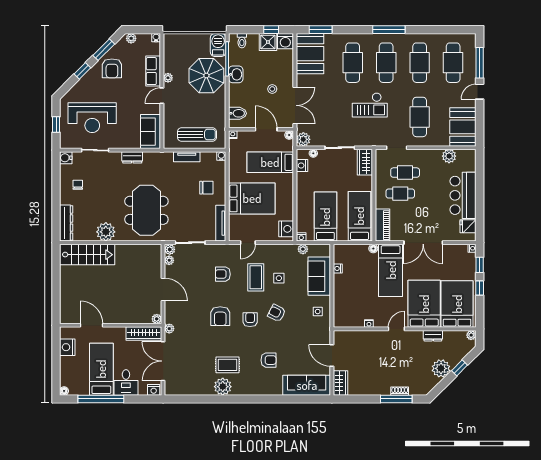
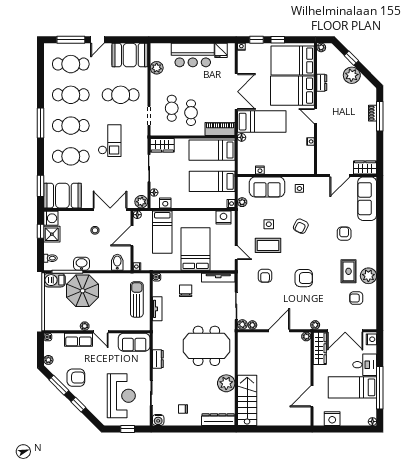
door: (480, 92) -> (97, 40), hinge flipped
armchair: (250, 320) -> (356, 298), moved

